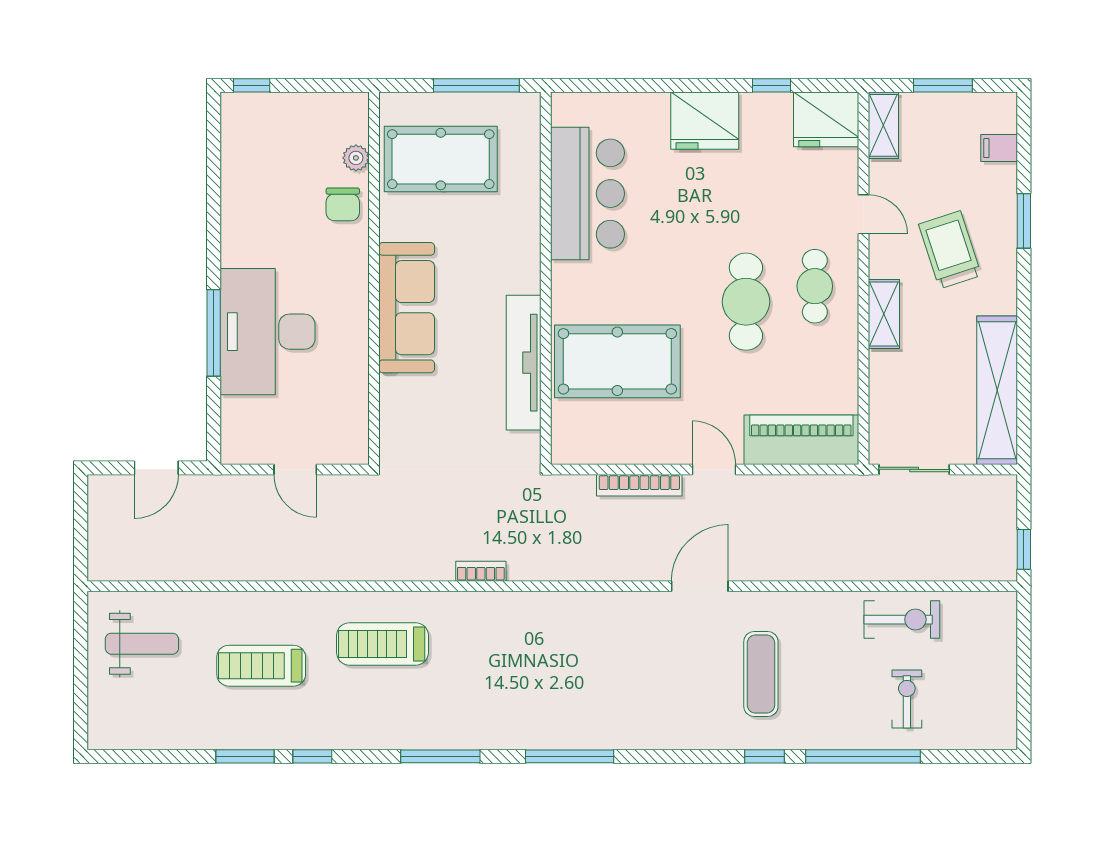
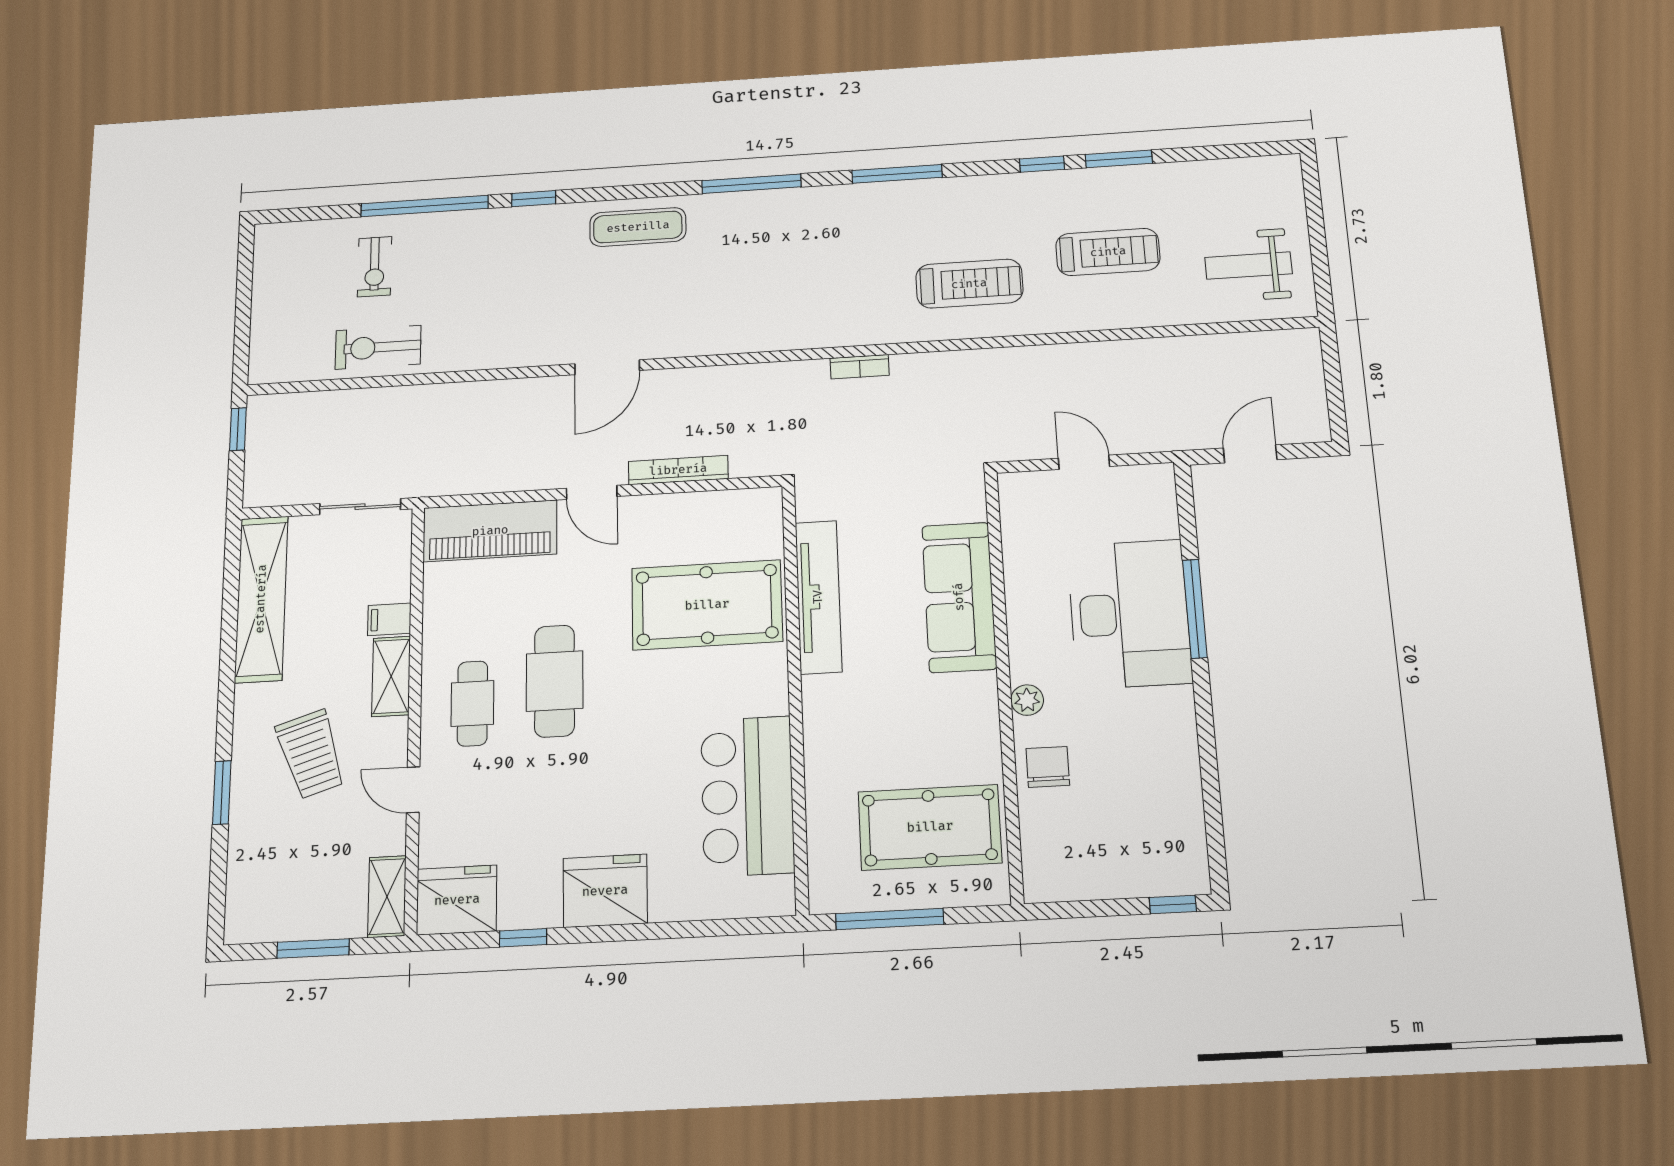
filing cabinet: (999, 148) -> (389, 619), moved, turned 180
plant: (356, 158) -> (1027, 700), moved
sofa: (407, 308) -> (959, 597), moved
exercise mat: (761, 674) -> (638, 227), moved, turned 90

